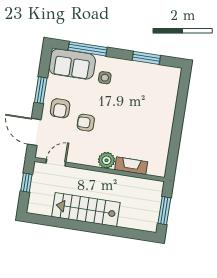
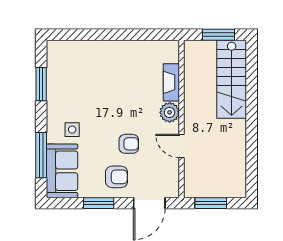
armchair: (86, 123) -> (129, 144), turned -90
door: (56, 163) -> (182, 146), moved
window: (26, 183) -> (211, 203), width x1.50
stairs: (86, 210) -> (232, 79), moved

